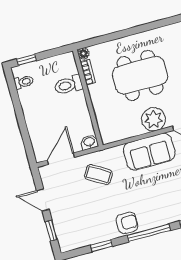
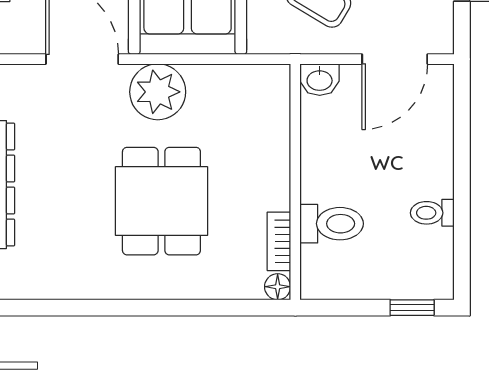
dining table: (140, 75) -> (161, 201), width x0.73
toilet: (24, 82) -> (432, 213), moved

